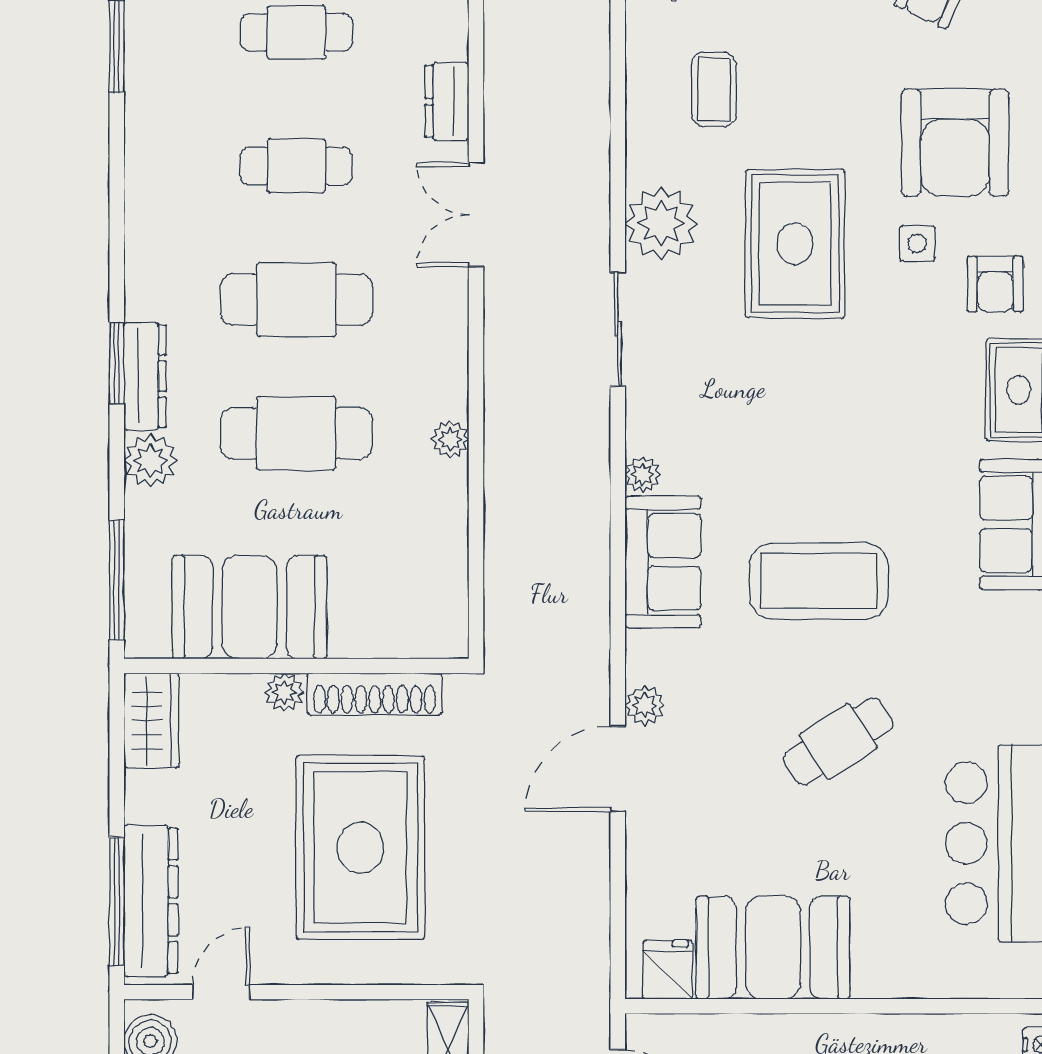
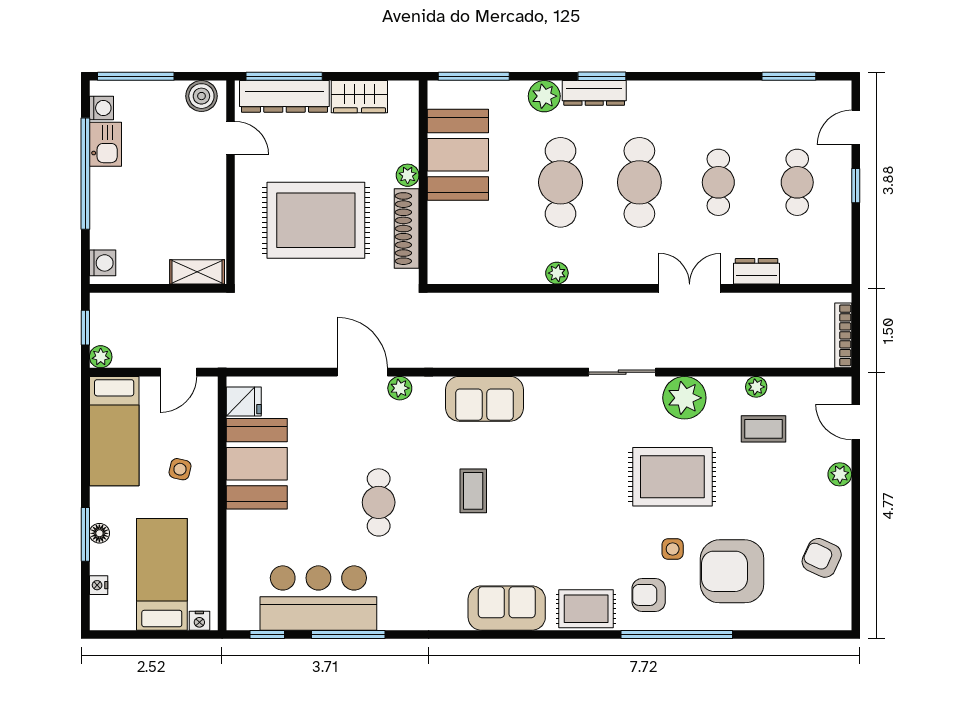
plant: (643, 474) -> (756, 387), moved
coffee table: (819, 581) -> (473, 491), width x0.54, depth x0.58
wardrobe: (151, 720) -> (359, 97), moved
cafe table: (838, 741) -> (379, 502), turned 33

